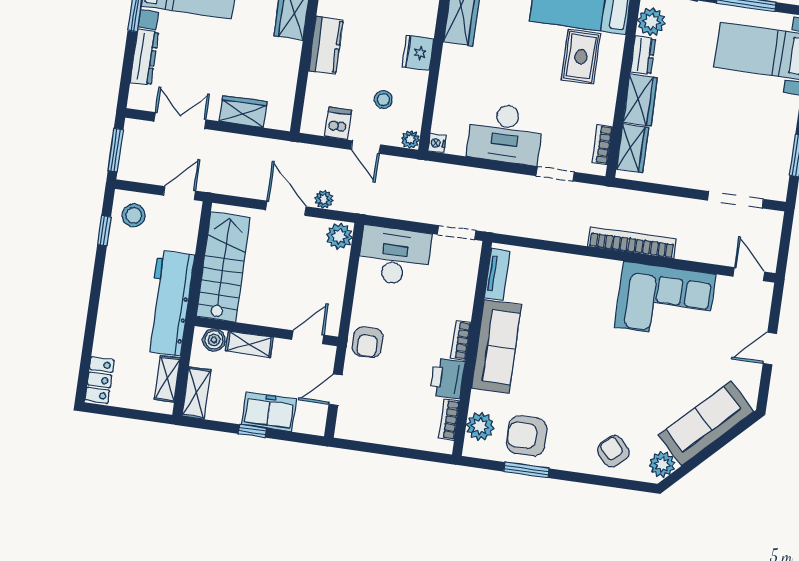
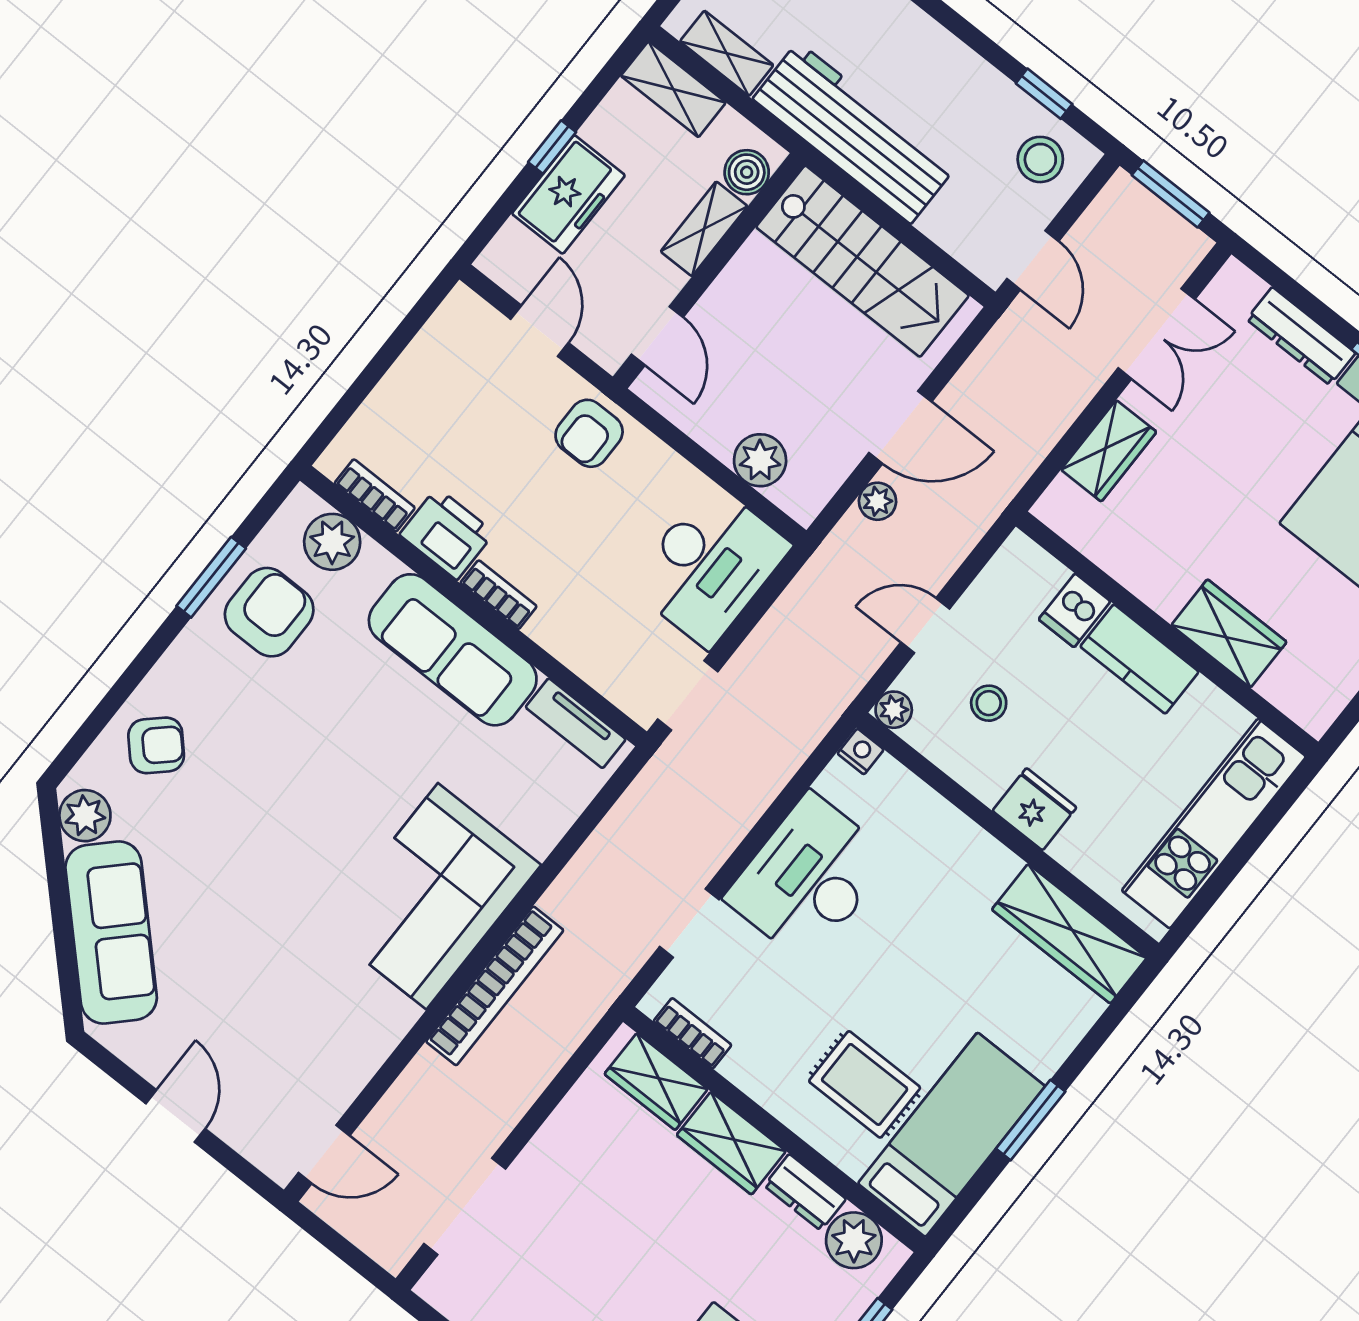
dishwasher: (338, 123) -> (1075, 610), moved, turned 90
plant: (339, 236) -> (760, 460), moved
corner sofa: (665, 301) -> (432, 896), moved
armchair: (368, 342) -> (589, 433), turned -90

